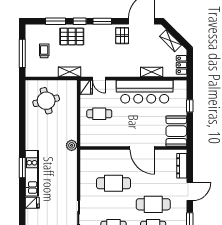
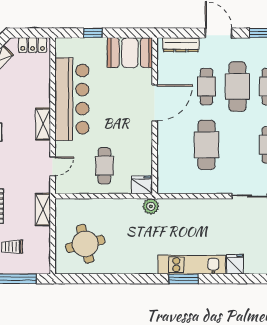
shelving: (152, 72) -> (43, 124), moved
fridge: (86, 87) -> (142, 185), moved
cafe table: (153, 183) -> (206, 87), added

